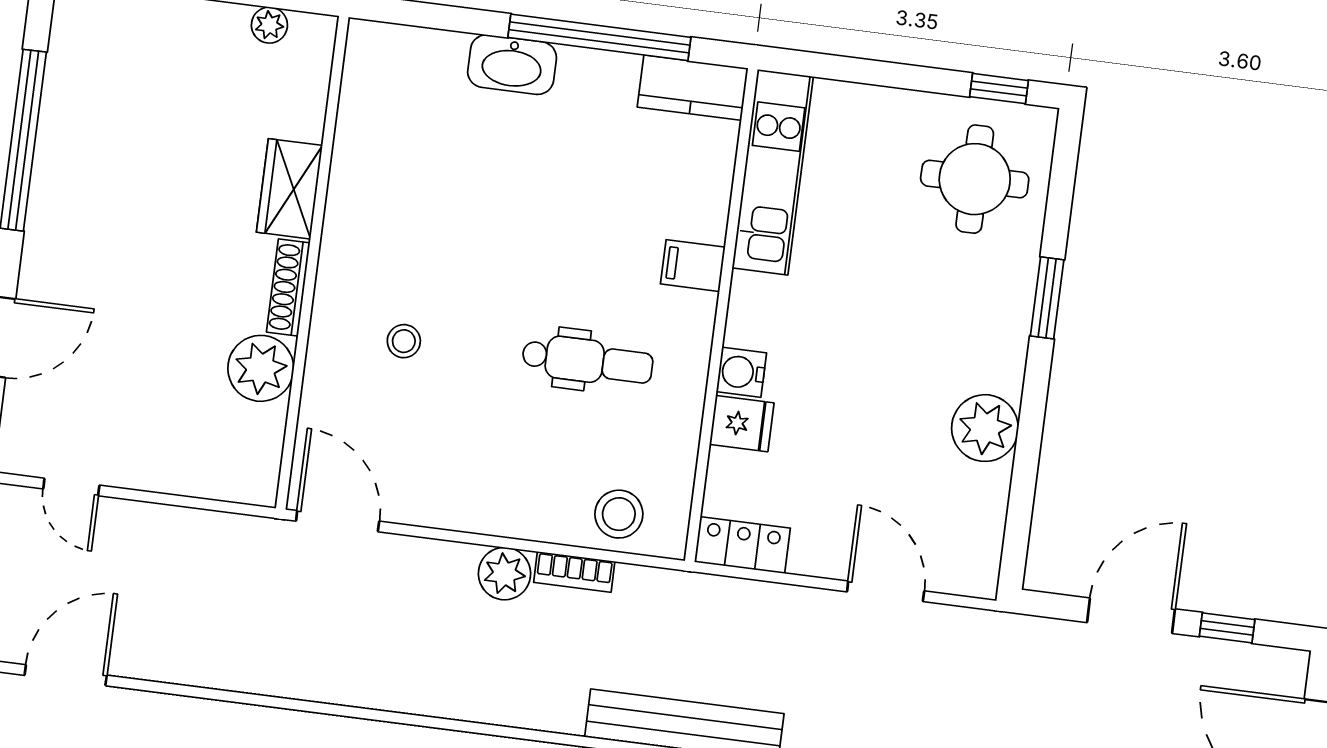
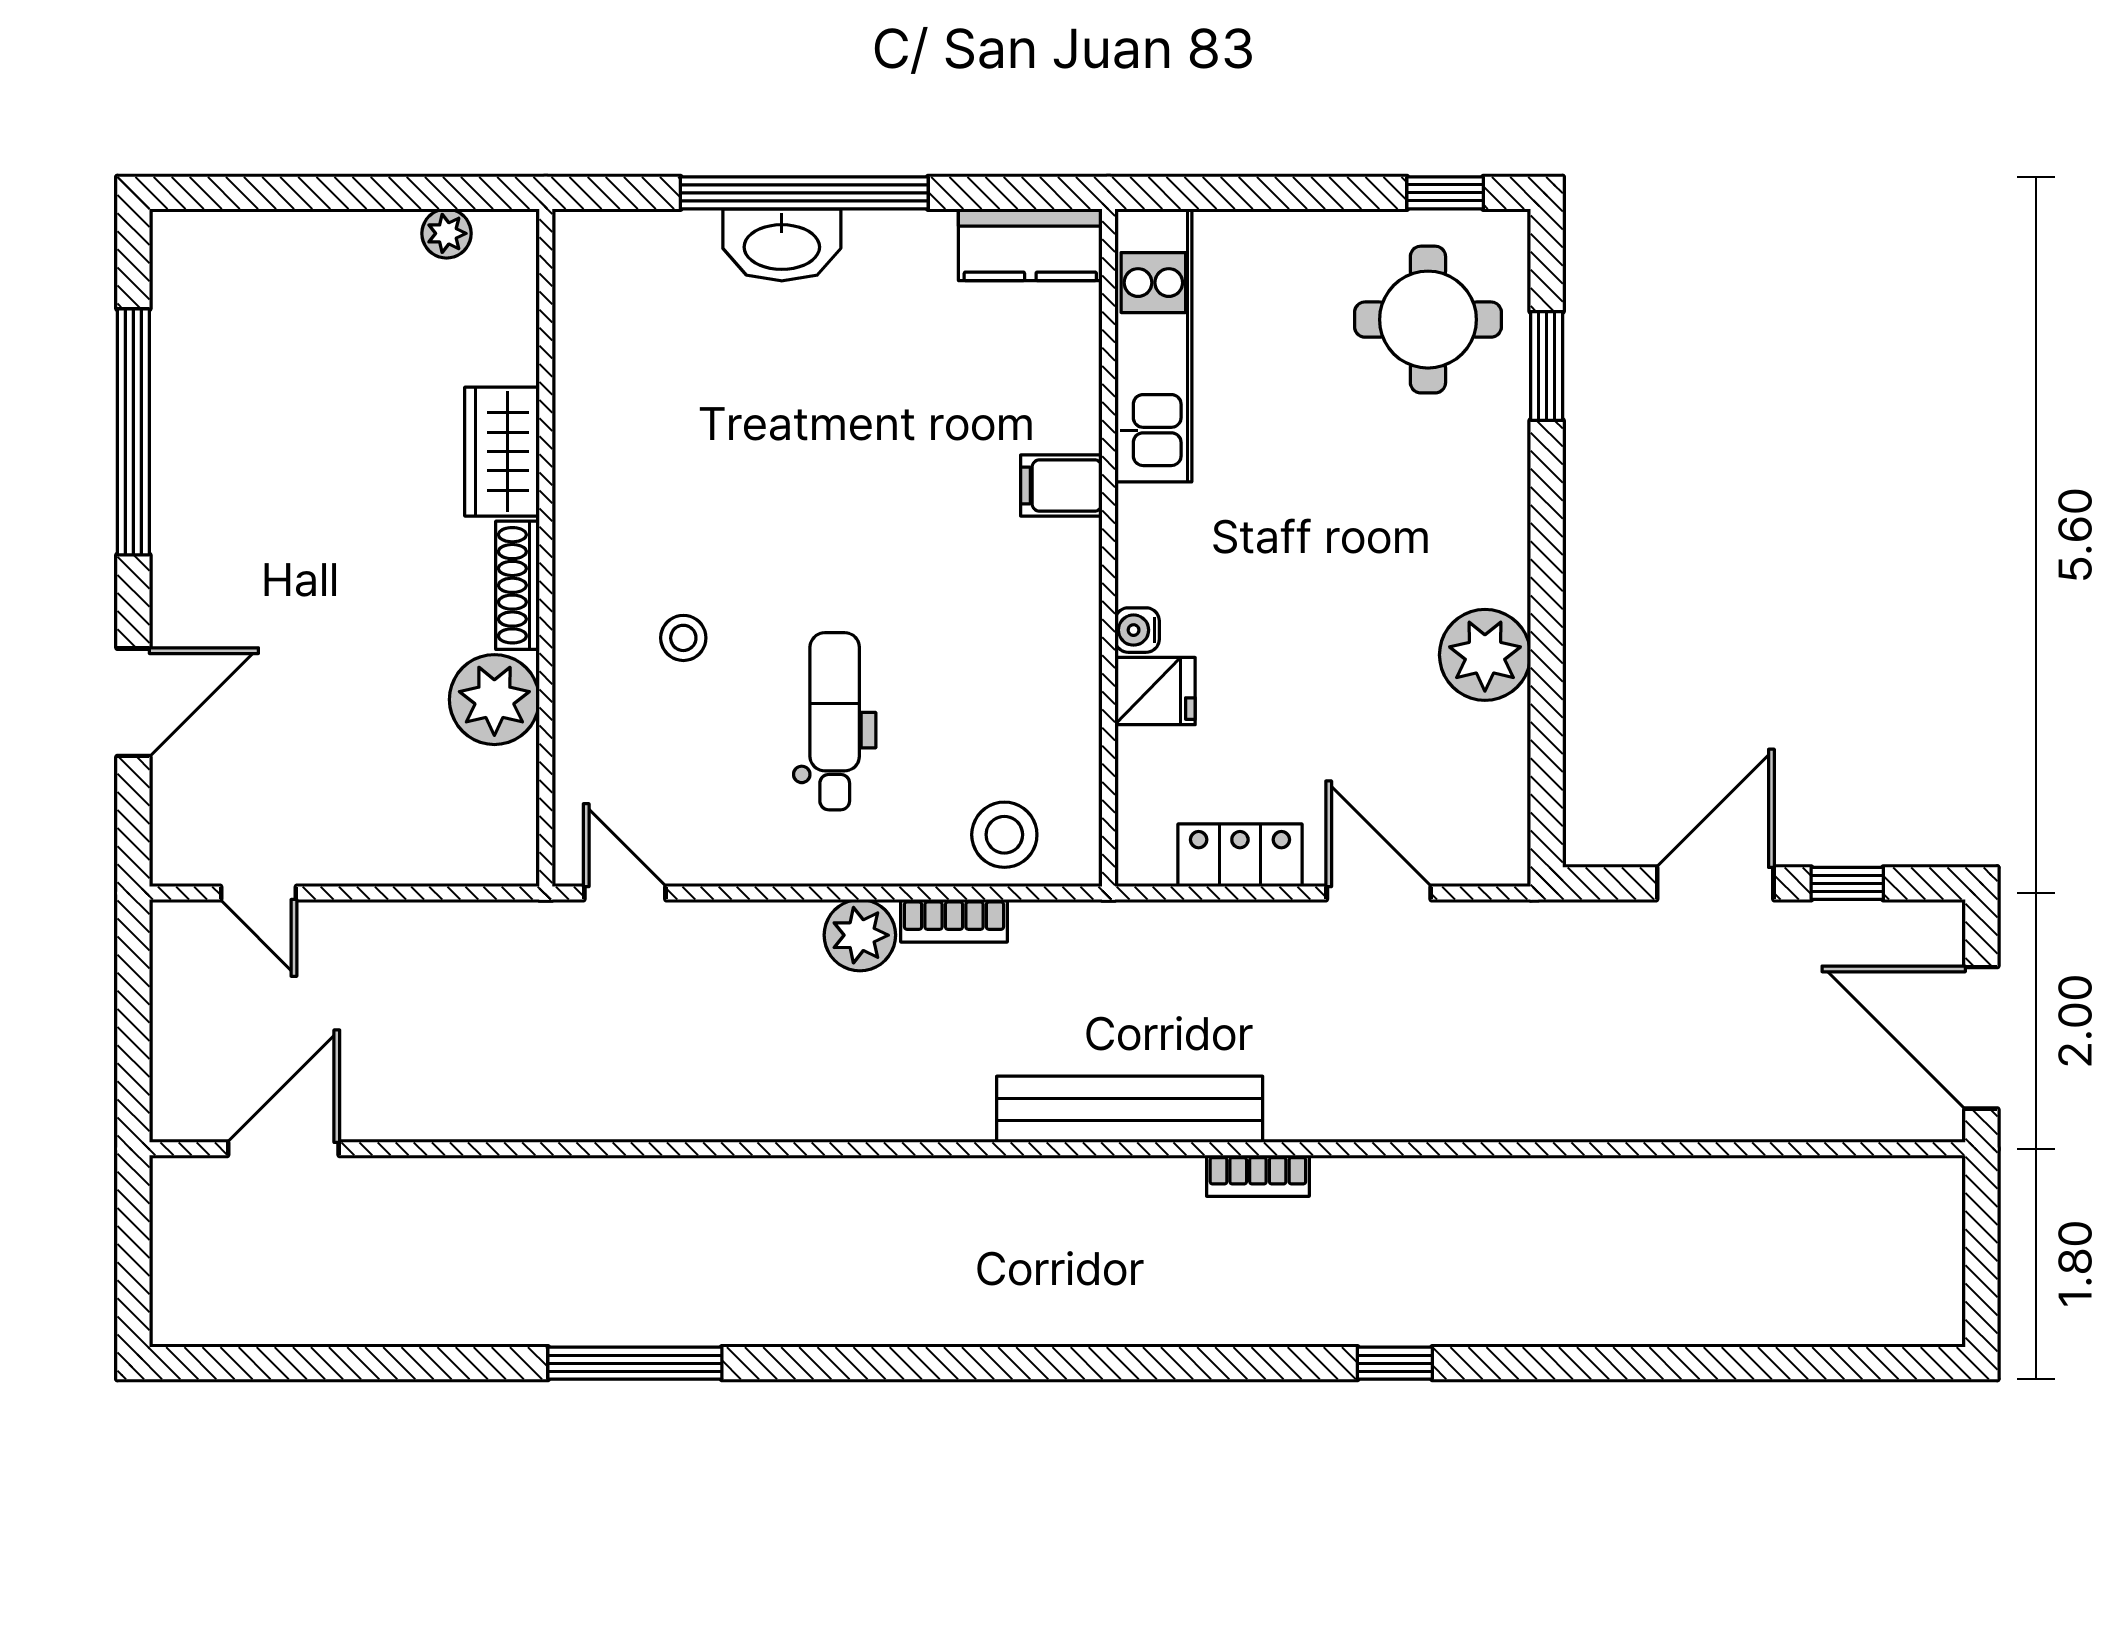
window: (599, 37) -> (804, 193), moved
window: (1047, 298) -> (1547, 366), moved
dental chair: (588, 361) -> (835, 721), moved, turned -90
water cooler: (741, 372) -> (1137, 630), width x0.72, depth x0.72
door: (338, 521) -> (625, 893), width x0.73
locker: (742, 545) -> (1240, 855), moved

